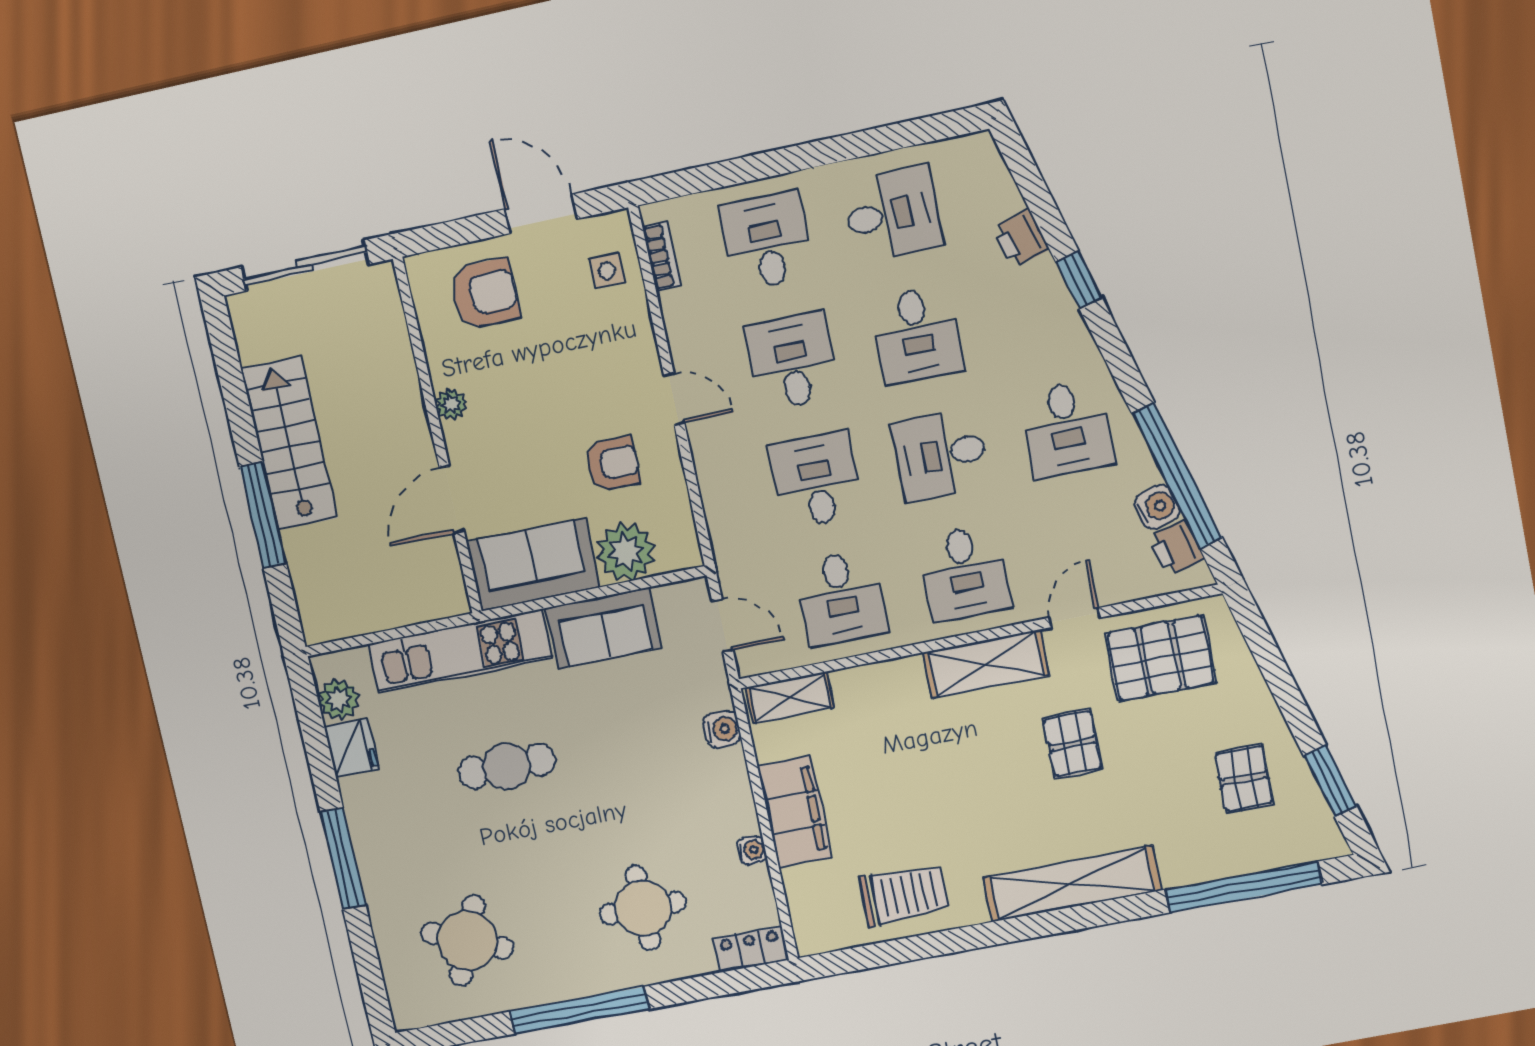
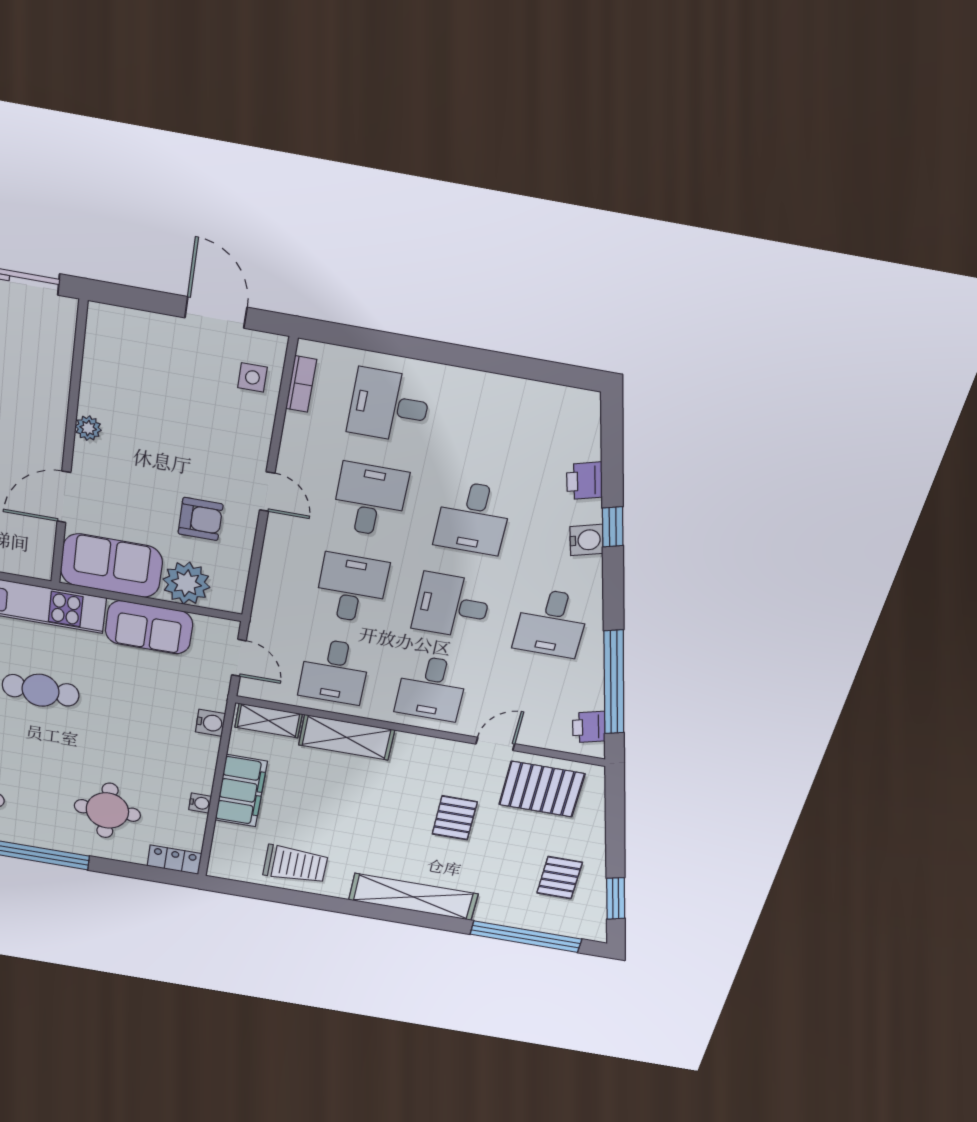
desk: (892, 214) -> (496, 425), removed
desk: (767, 241) -> (389, 406), turned -90
armchair: (485, 293) -> (146, 356), removed
water cooler: (1157, 507) -> (586, 540), moved
shelving: (986, 664) -> (347, 737), moved

